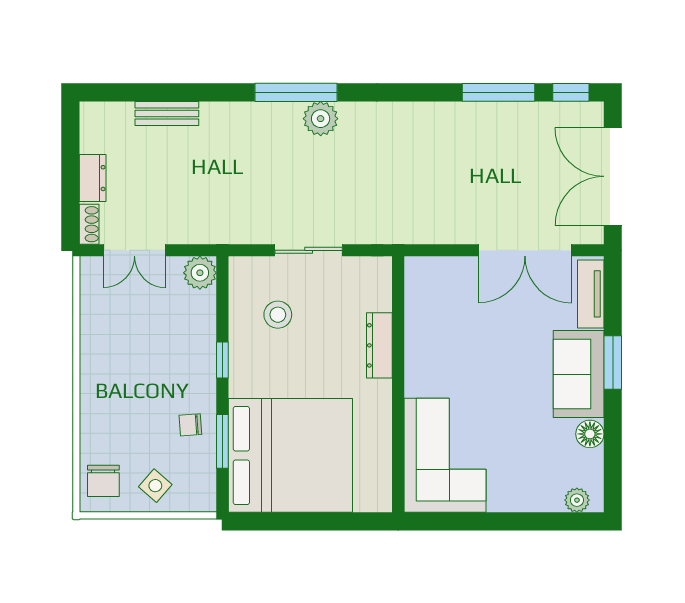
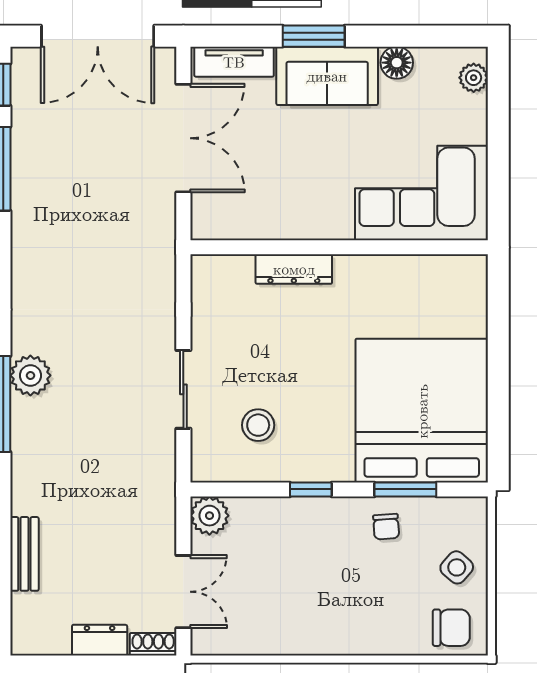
dresser: (379, 345) -> (294, 269), moved
wall: (398, 384) -> (339, 247), moved
corner sofa: (445, 455) -> (421, 193), moved

